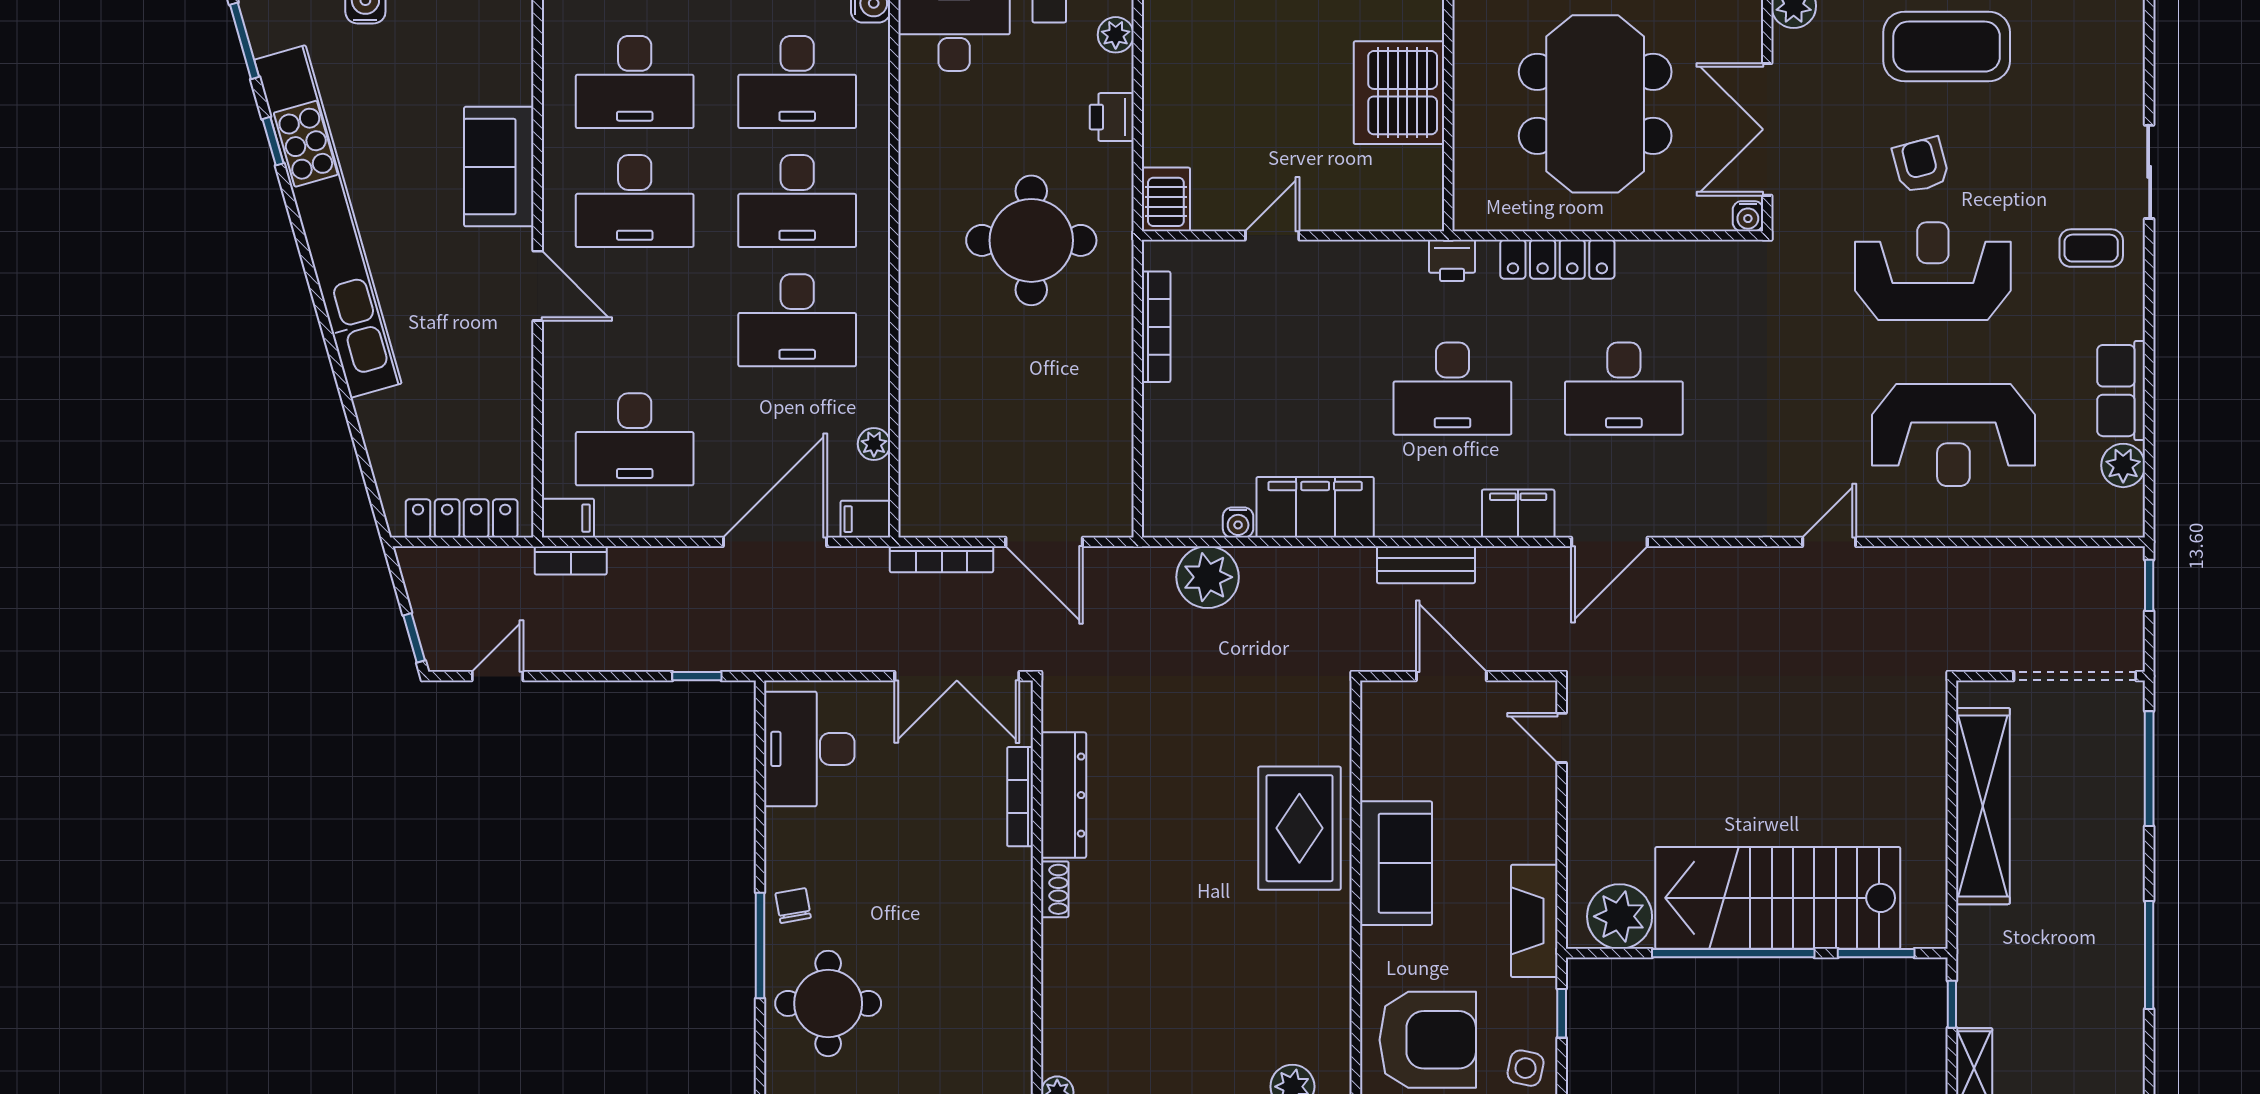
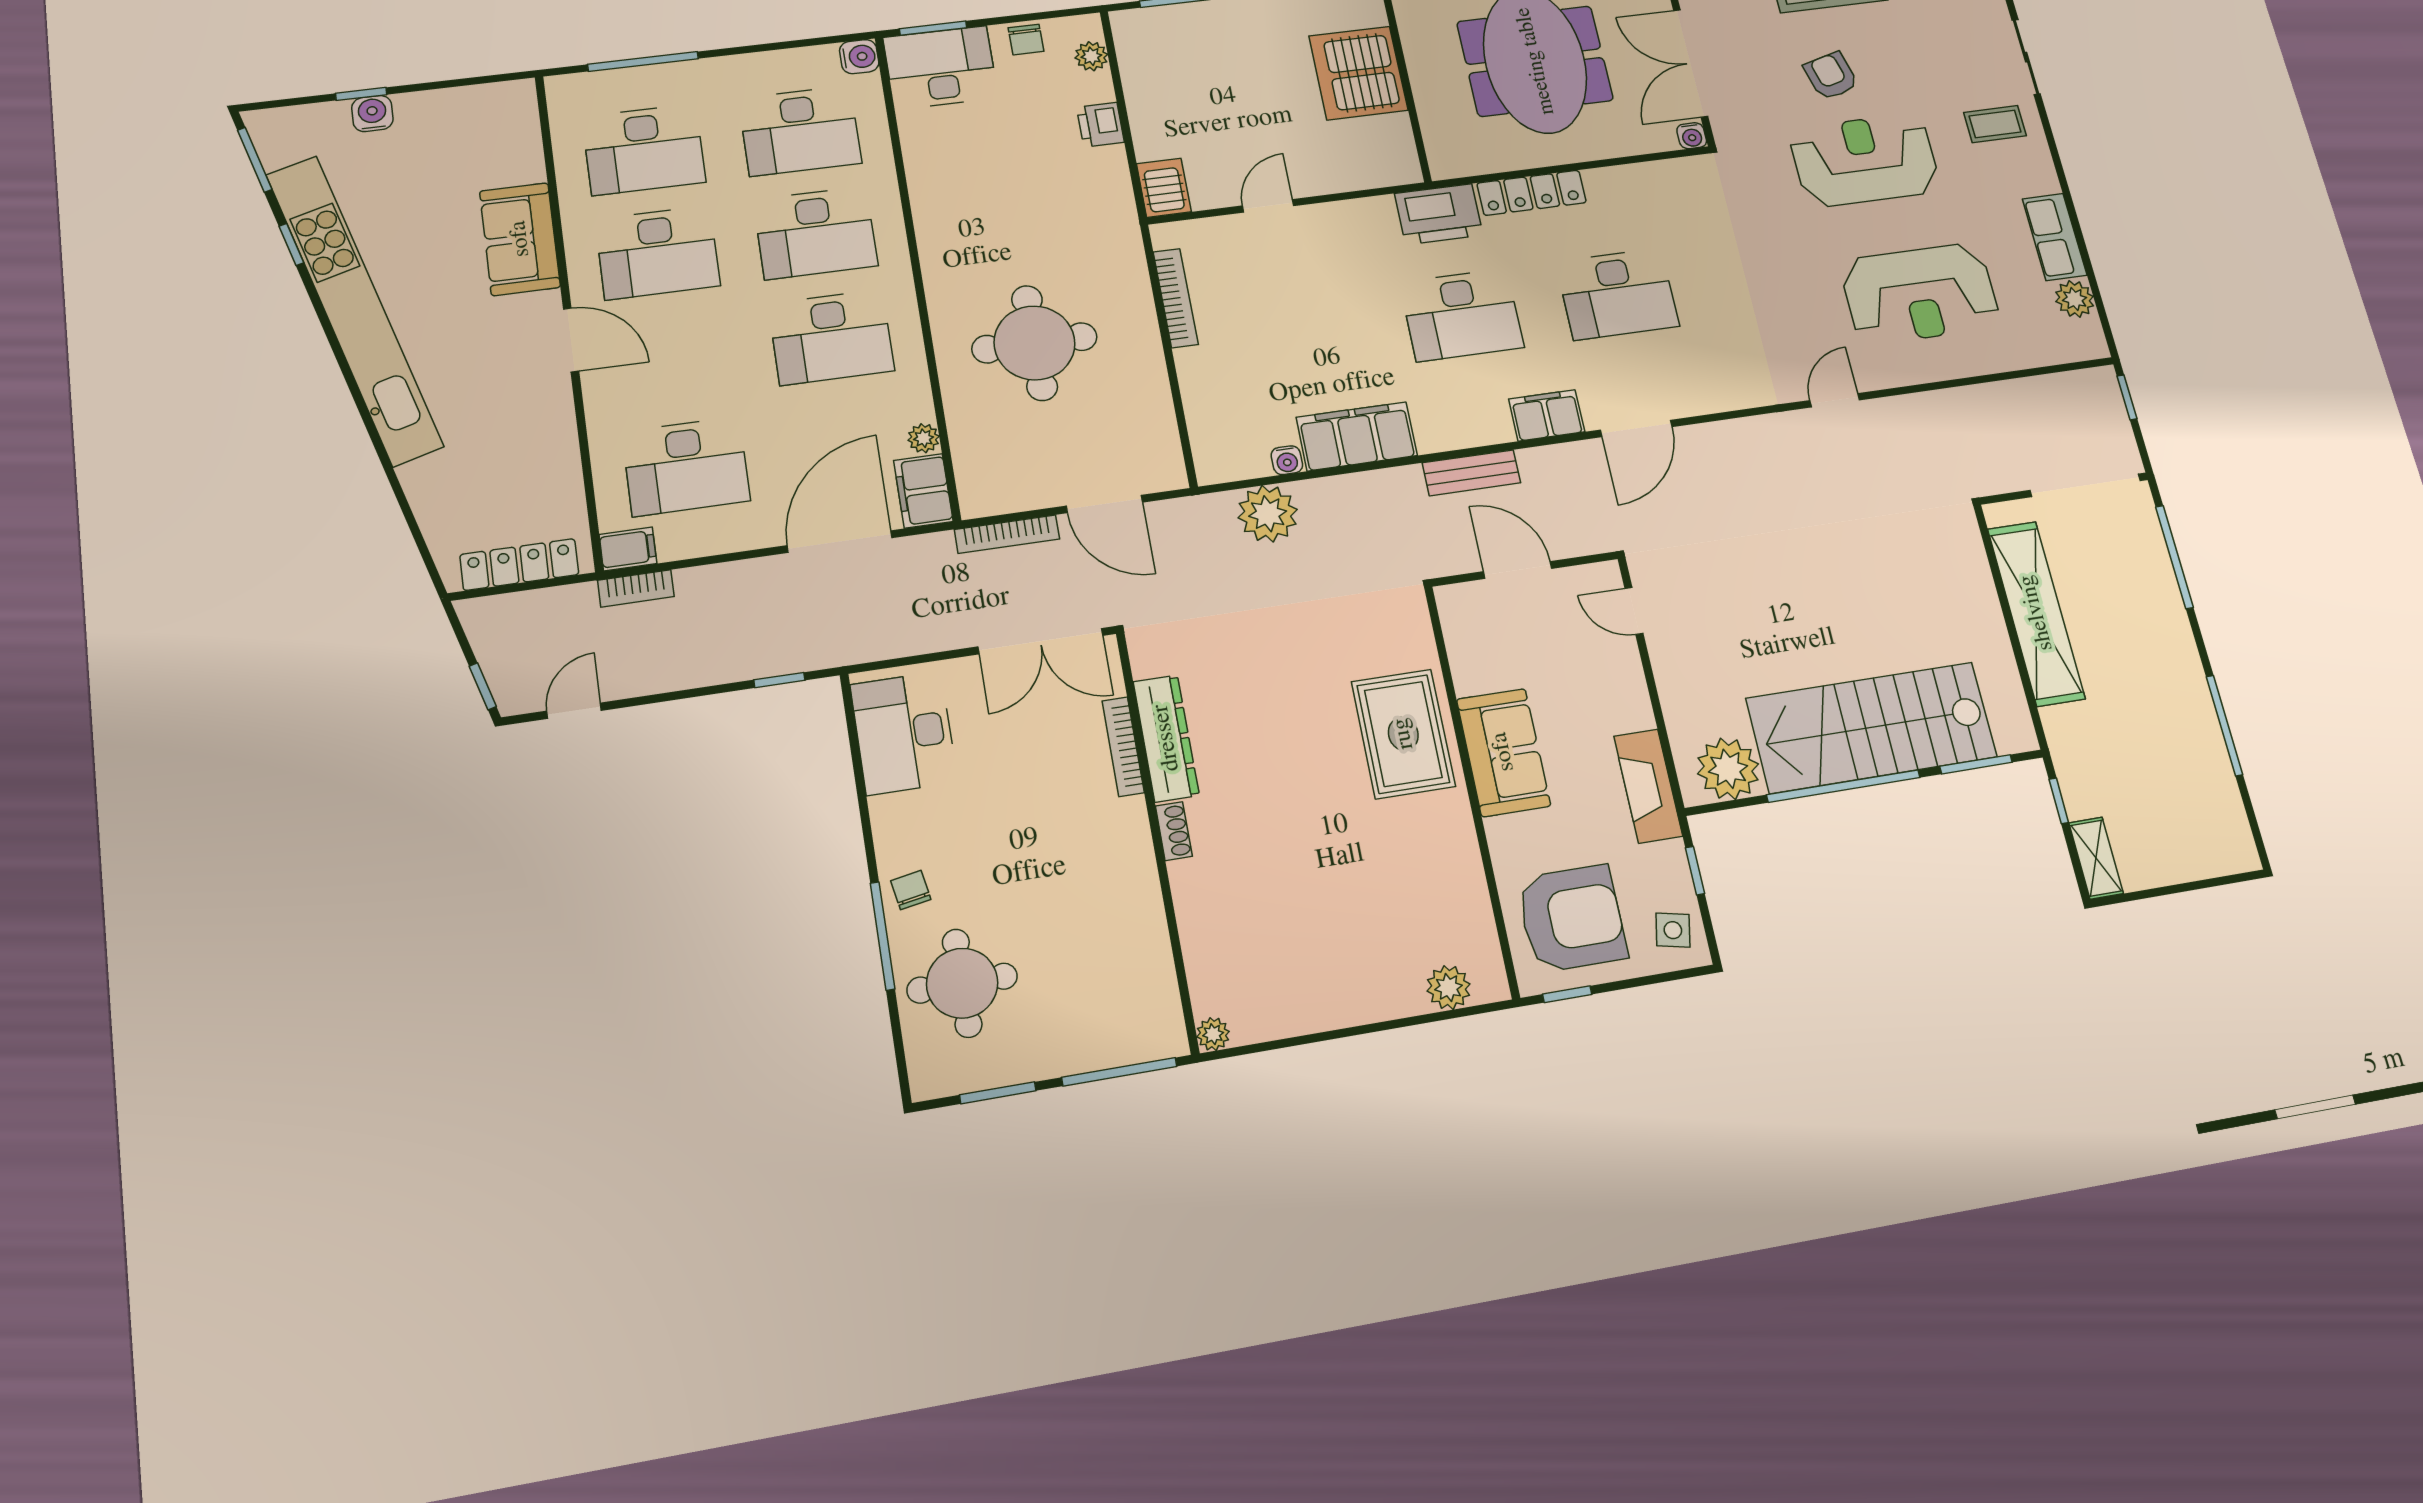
round table: (1031, 240) -> (1034, 343), moved
printer: (1452, 260) -> (1439, 214), width x1.87, depth x1.48
filing cabinet: (865, 519) -> (923, 491), width x2.00

